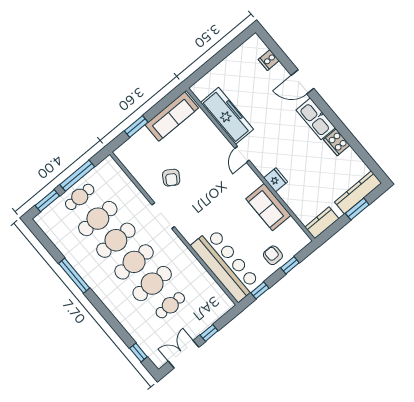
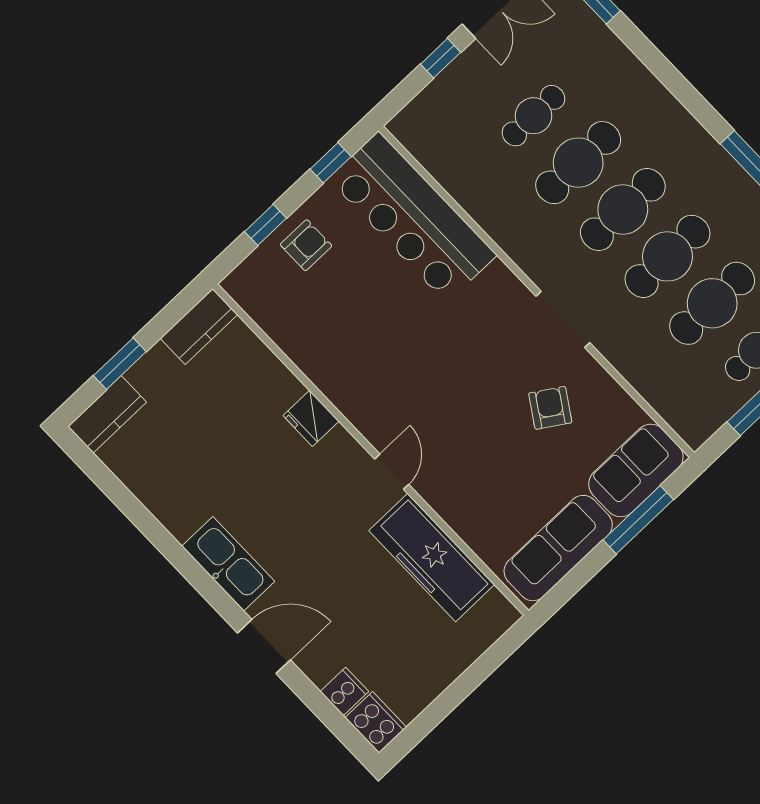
window: (136, 126) -> (638, 520), width x1.44
cooker: (337, 142) -> (376, 722), moved
kitchen counter: (358, 192) -> (107, 414), width x0.67
sofa: (268, 207) -> (636, 470), moved, turned -90
armchair: (273, 255) -> (306, 245), turned -90

